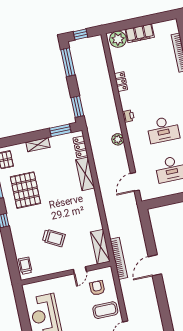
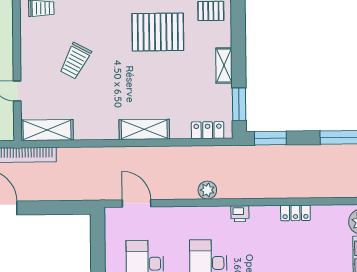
shelving: (85, 174) -> (144, 129), moved

